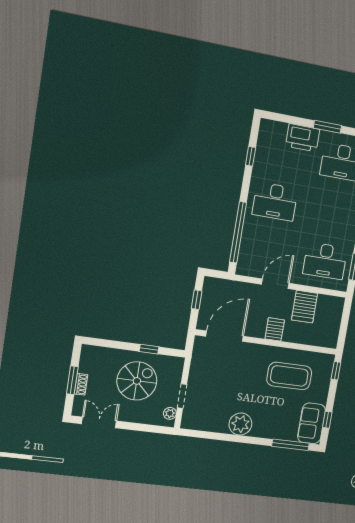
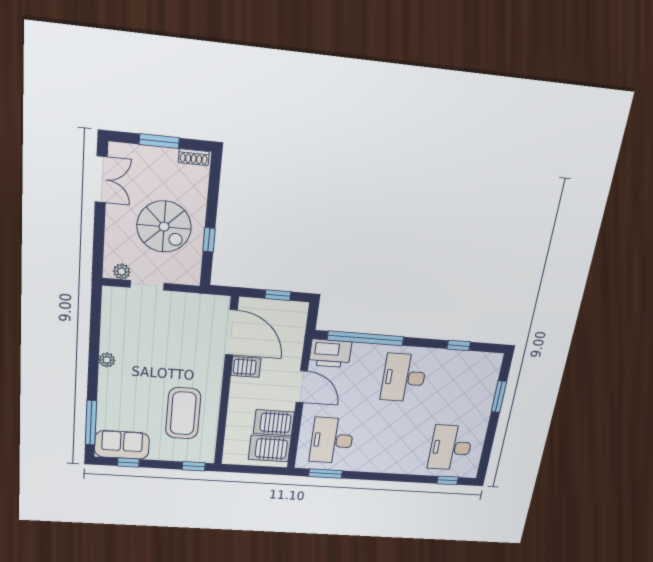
window: (327, 127) -> (499, 397), moved
printer: (303, 138) -> (330, 353), moved, turned -90
server rack: (327, 311) -> (270, 448), added
server rack: (275, 329) -> (246, 367), moved
shoe rack: (81, 384) -> (194, 157), moved
plant: (240, 424) -> (107, 360), width x0.53, depth x0.53

